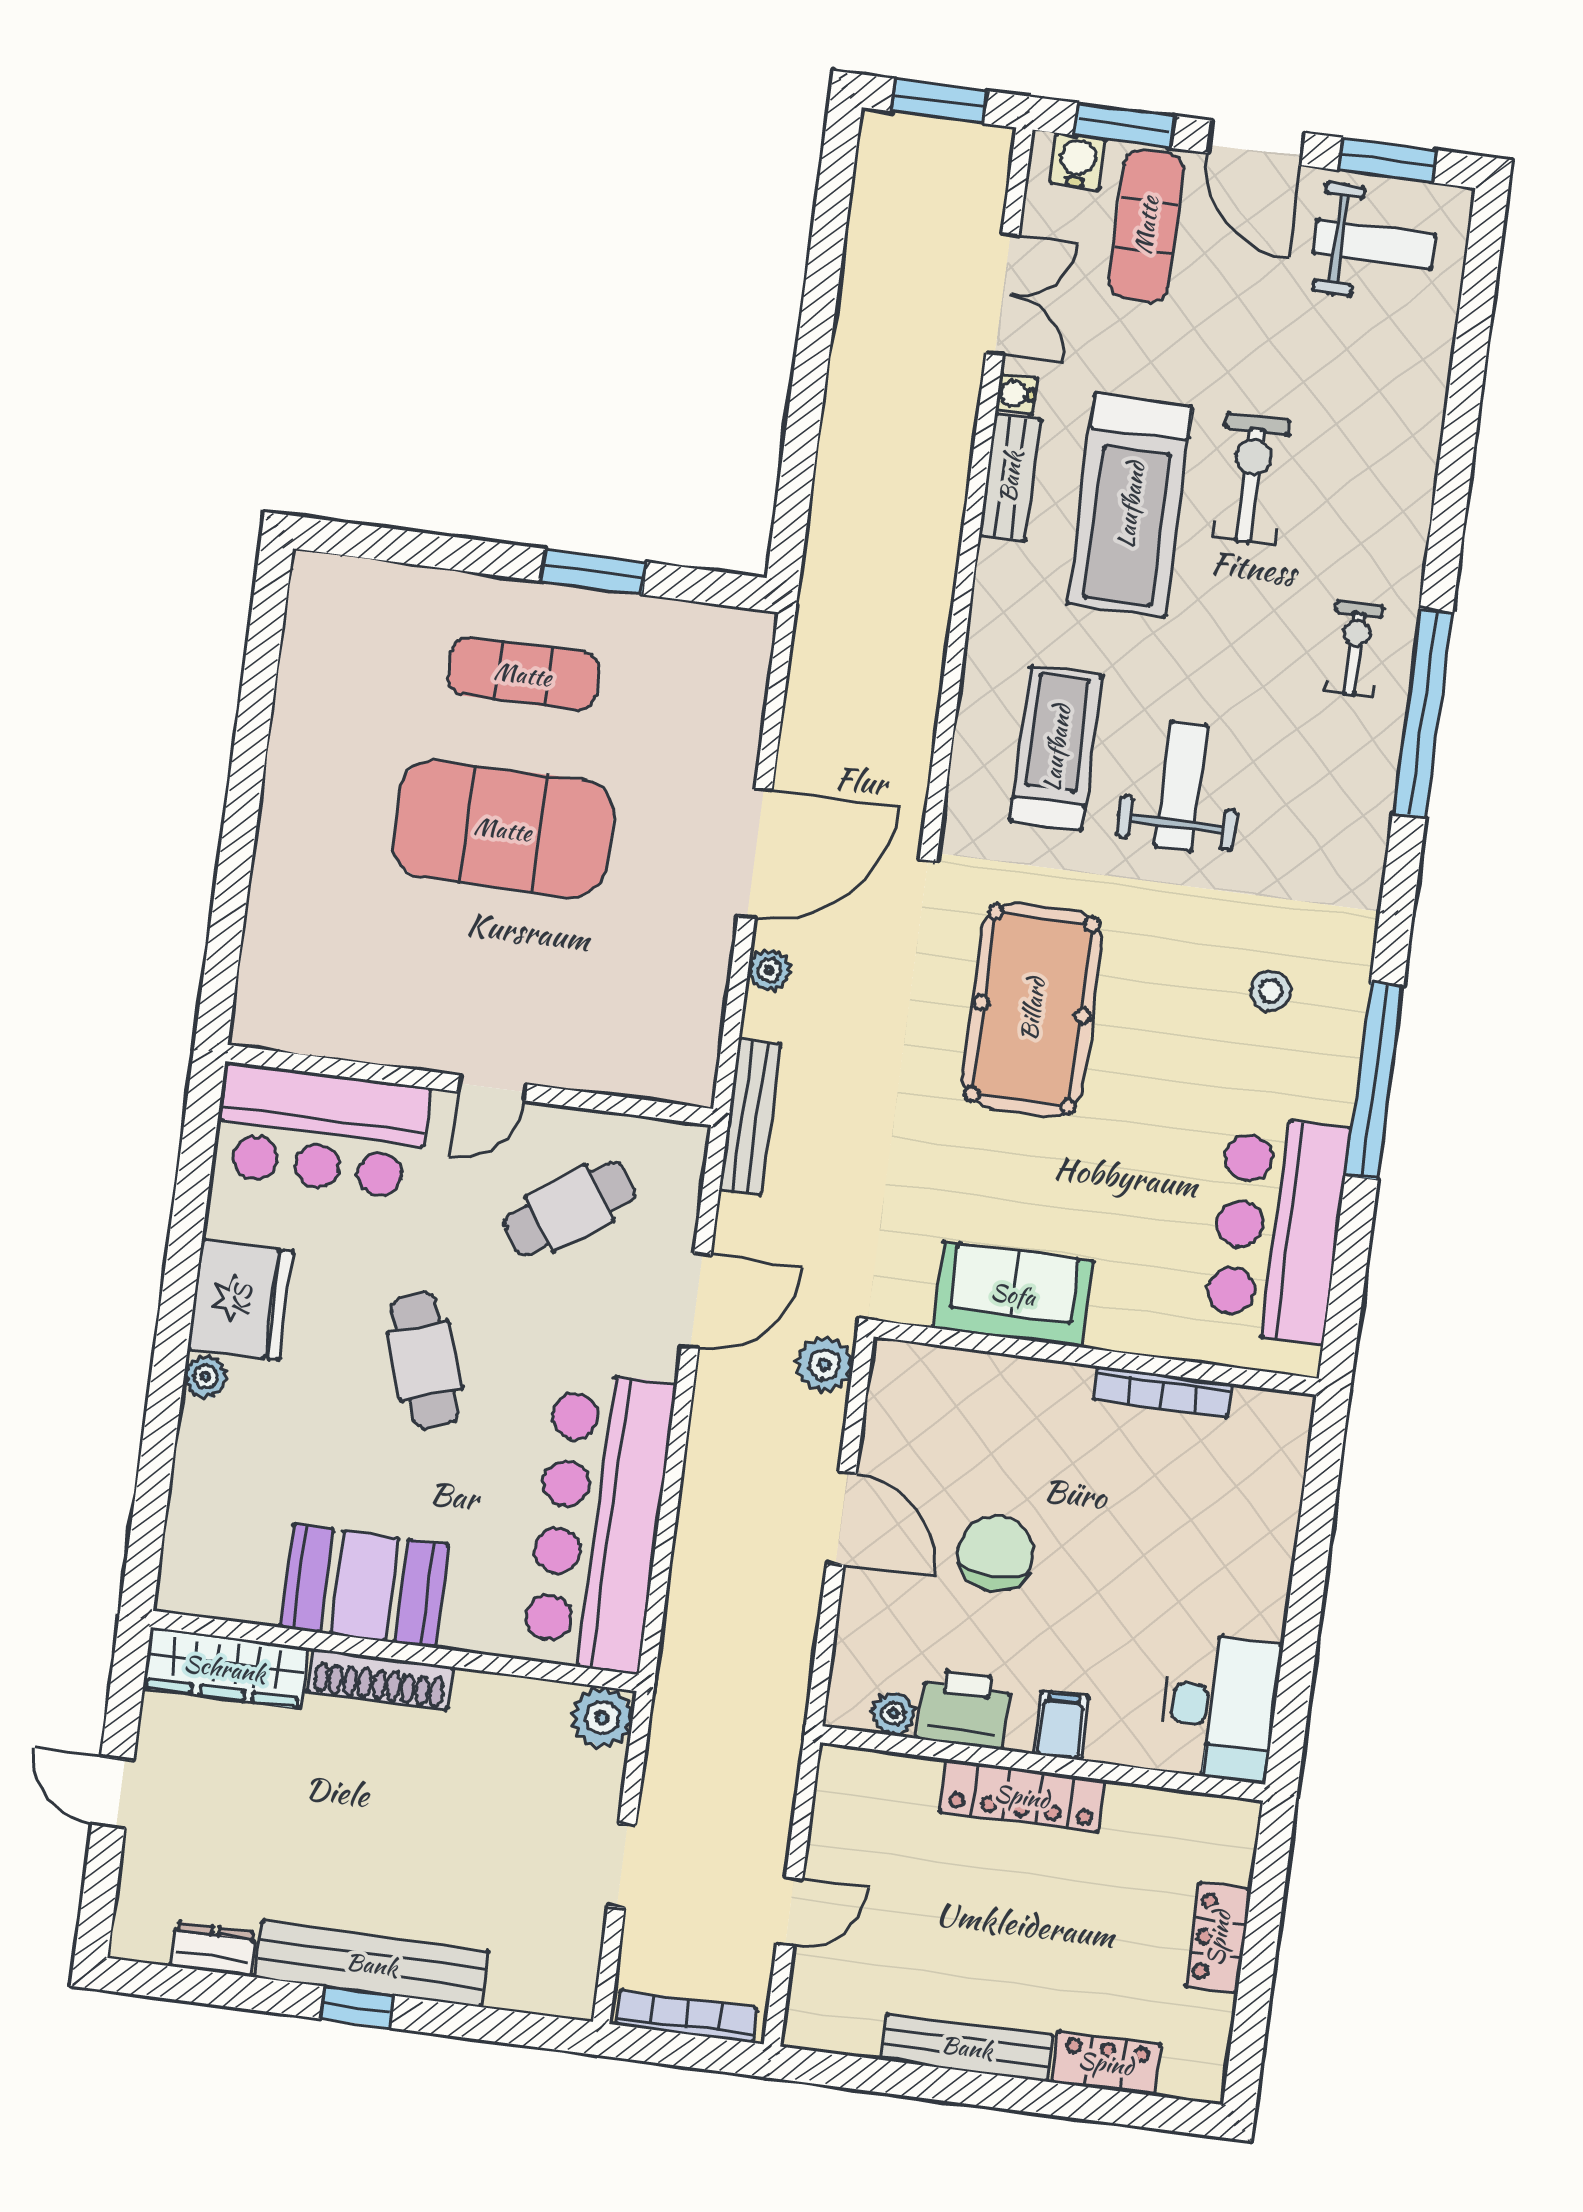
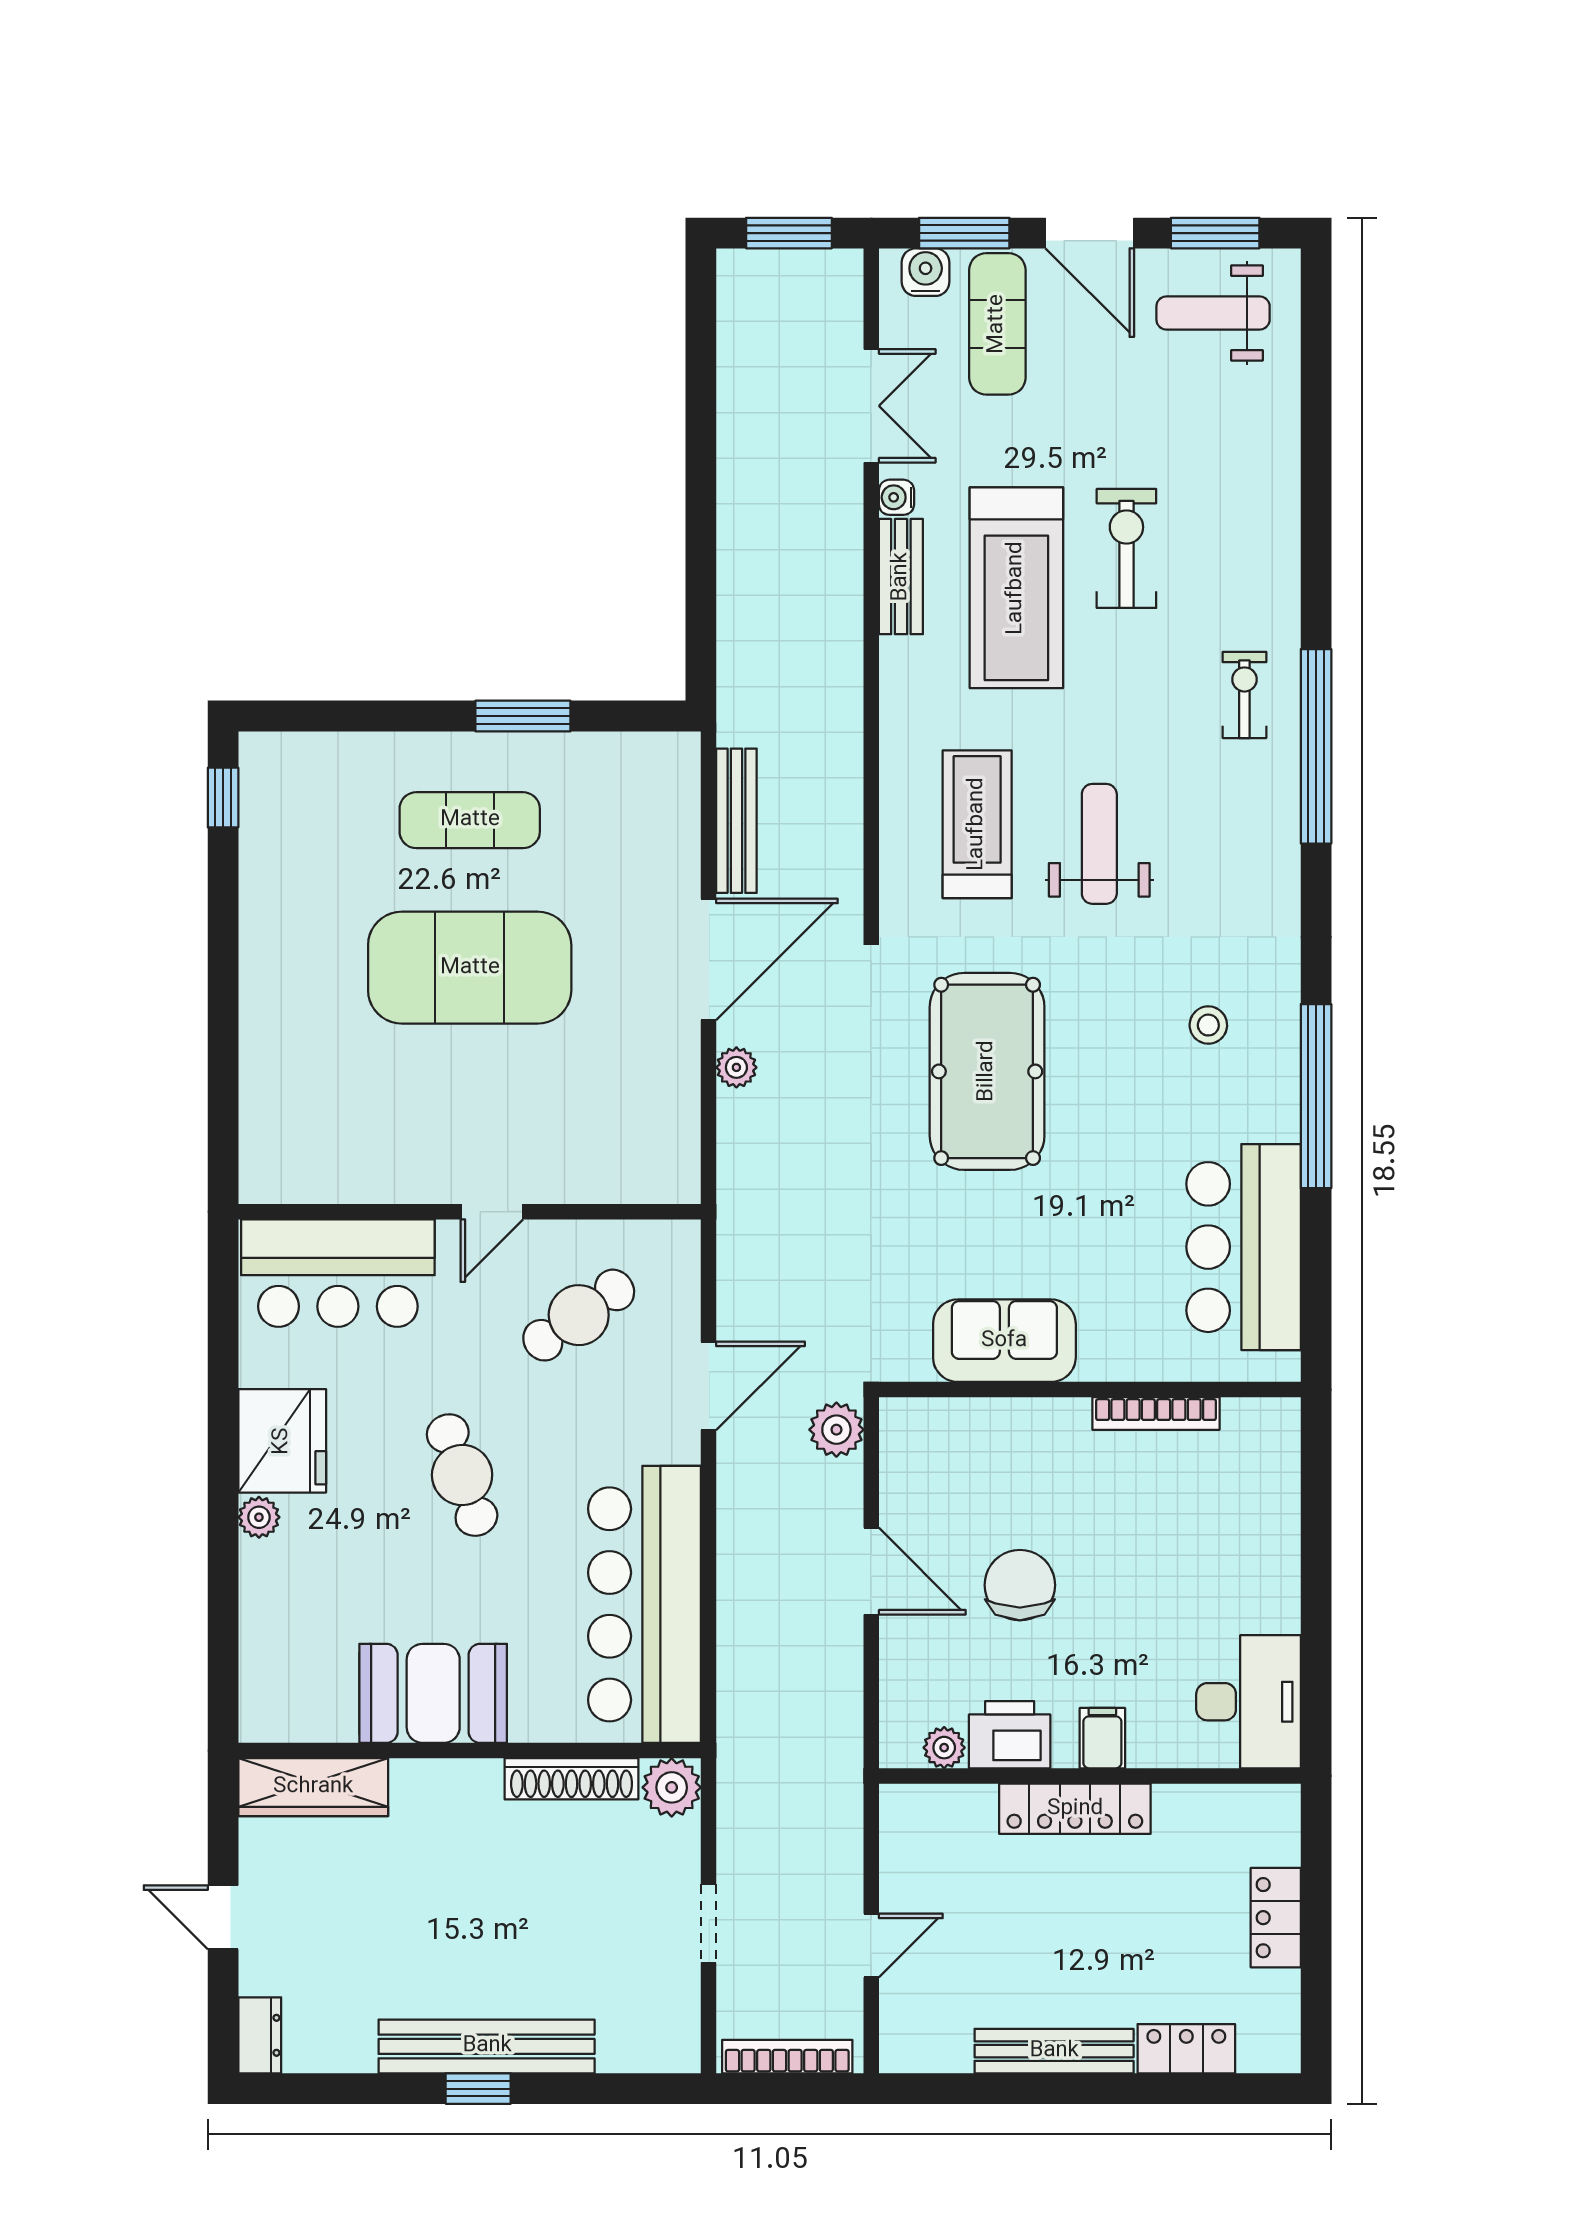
weight bench: (1374, 244) -> (1213, 313), turned 180
window: (268, 616) -> (223, 798), added
bench: (750, 1117) -> (736, 821), moved
shoe rack: (380, 1679) -> (572, 1779), moved
dresser: (213, 1949) -> (260, 2035), moved, turned 90

